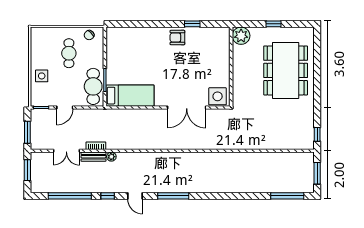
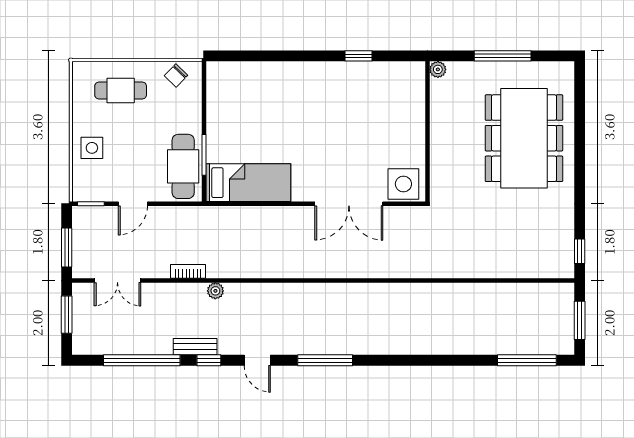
window: (274, 24) -> (503, 56), width x2.17
plant: (241, 36) -> (438, 69), width x0.53, depth x0.53
armchair: (177, 38) -> (332, 80), removed
cafe table: (69, 53) -> (121, 91), moved, turned 90
double door: (66, 151) -> (117, 280), moved
bench: (93, 157) -> (195, 347), moved

